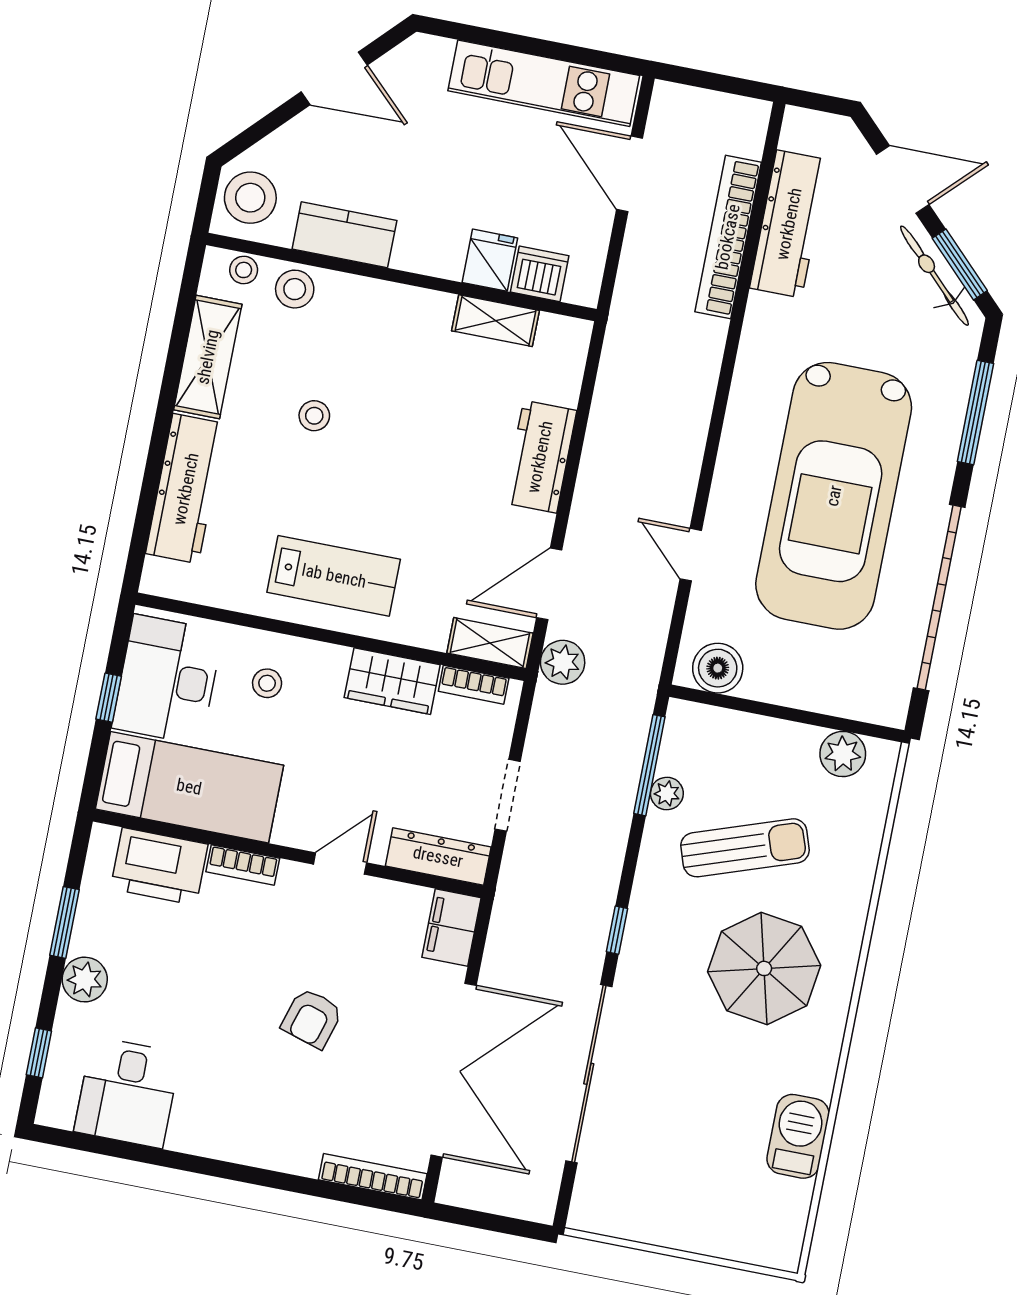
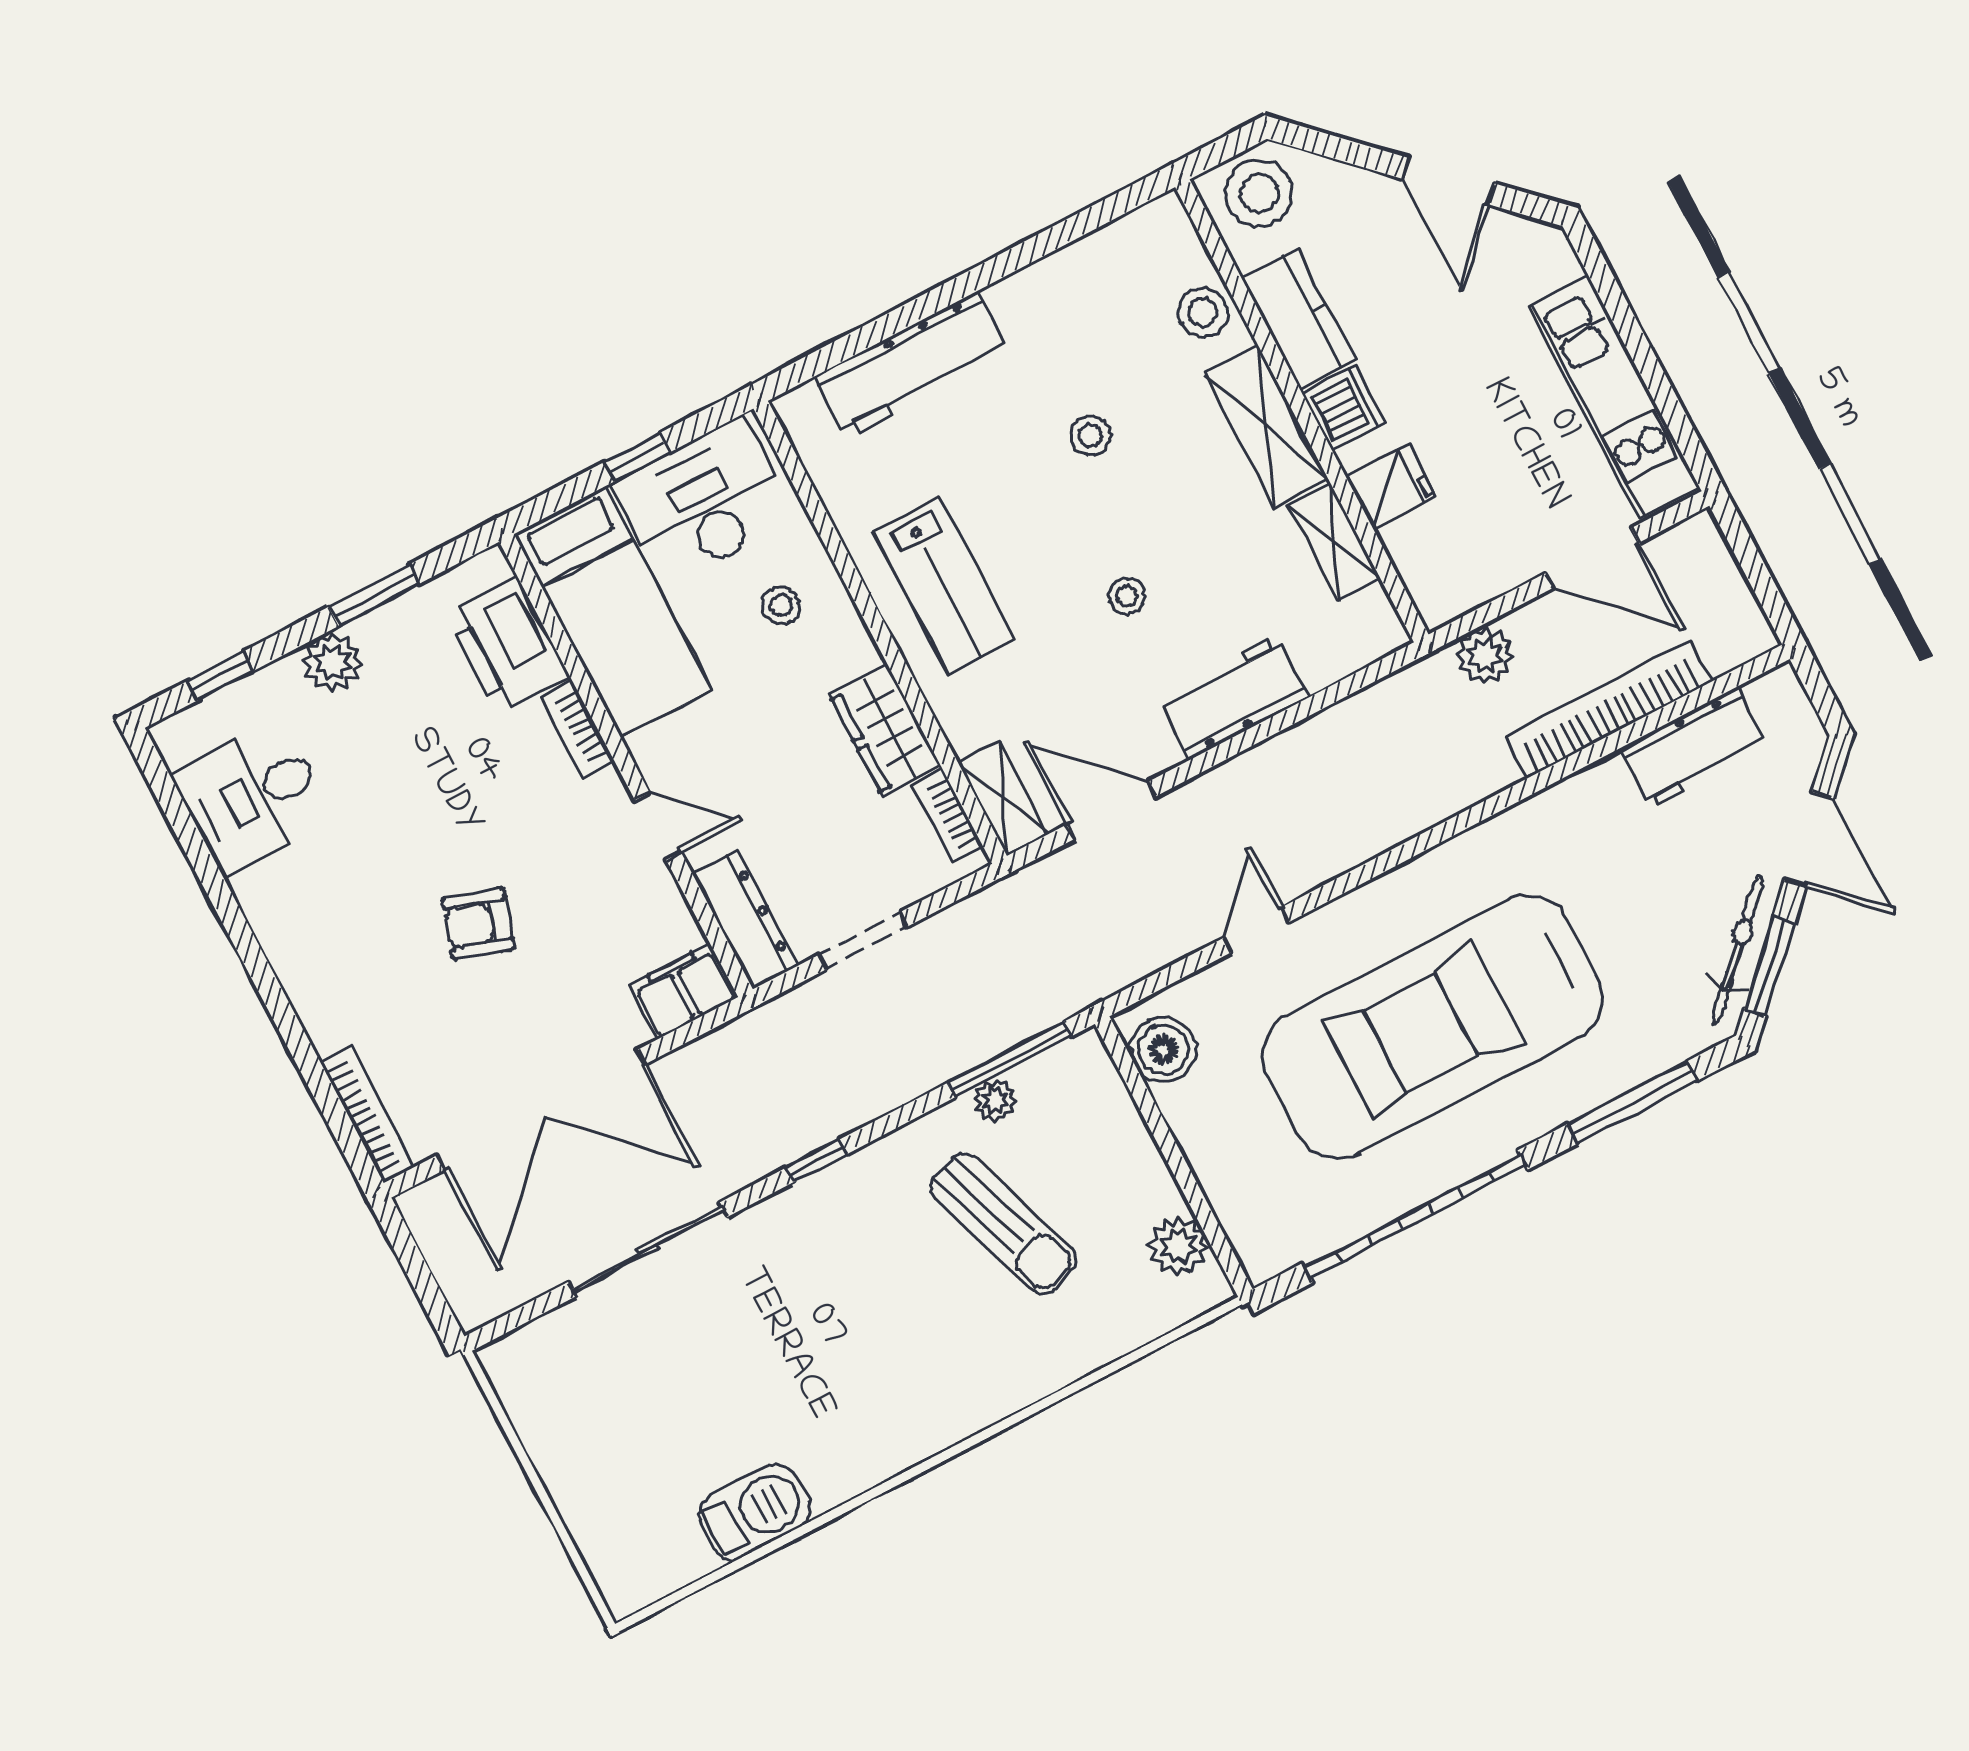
door: (630, 174) -> (1592, 558), swing flipped
workbench: (789, 224) -> (1693, 749), width x0.73
stool: (244, 270) -> (1127, 596), moved
dishwasher: (540, 274) -> (1344, 408), moved
shelving: (208, 357) -> (1267, 426), moved, turned 90
plant: (563, 662) -> (1485, 656), moved
parasol: (764, 968) -> (897, 1341), removed
sliding door: (589, 1074) -> (648, 1249), width x0.73

